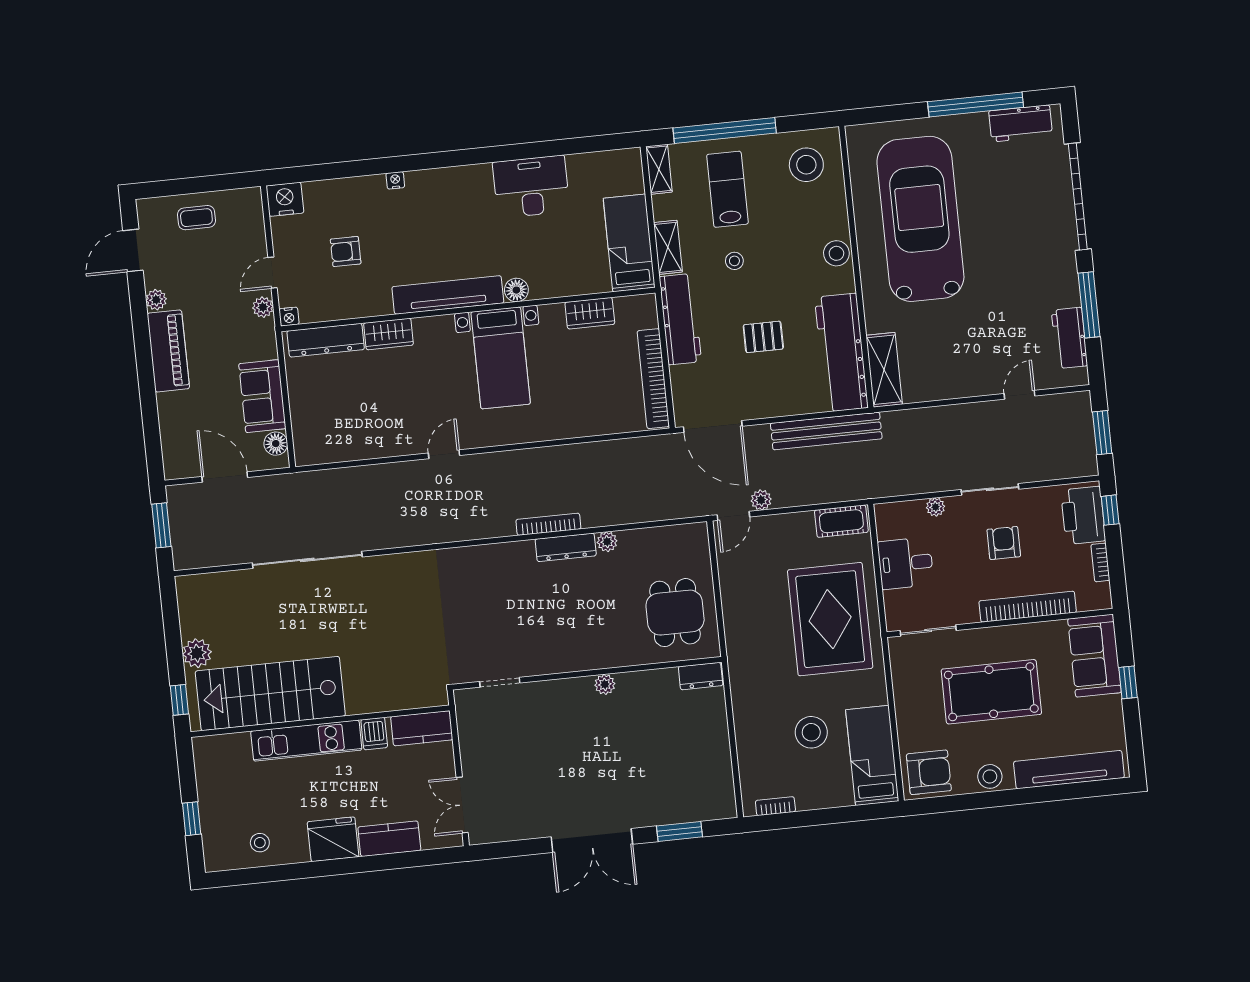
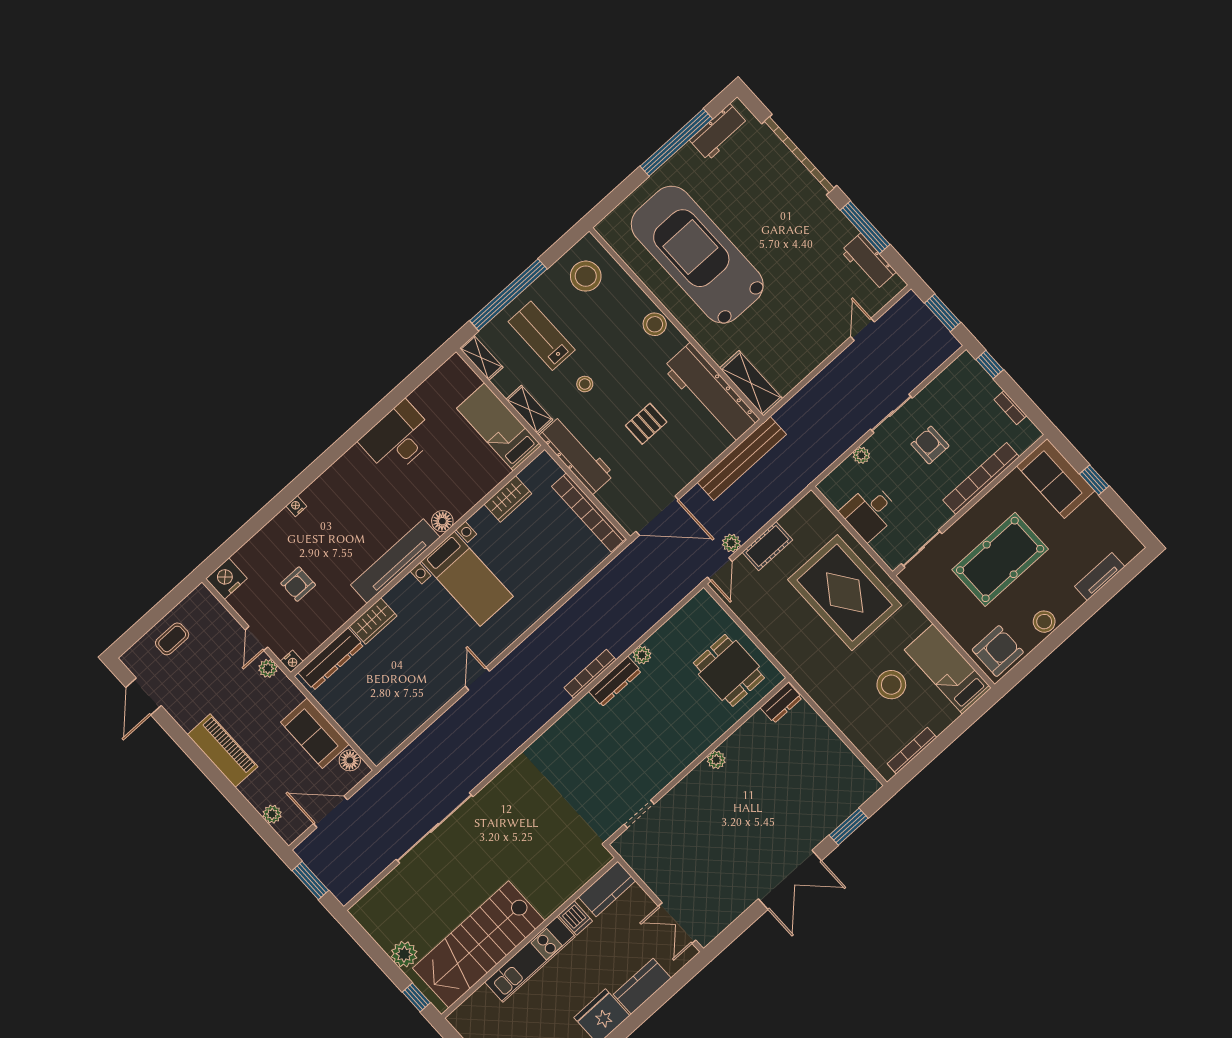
plant: (156, 300) -> (272, 814), moved
printer: (1083, 515) -> (973, 383), removed
cot: (841, 521) -> (767, 546), moved
tv unit: (1069, 770) -> (1100, 577), width x0.52, depth x0.78
bookcase: (775, 806) -> (912, 751), width x1.56

